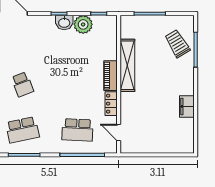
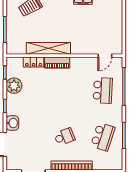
washbasin: (64, 23) -> (12, 123), moved
locker: (111, 104) -> (34, 62), moved
school desk: (22, 130) -> (103, 137), turned 30

